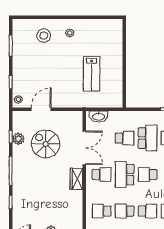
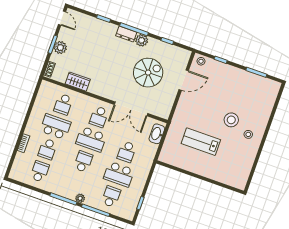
stool: (44, 36) -> (231, 120), moved
door: (41, 109) -> (184, 80), hinge flipped
plant: (18, 139) -> (142, 40), moved
school desk: (125, 175) -> (91, 139), turned 180
dresser: (17, 176) -> (126, 34), added
wardrobe: (76, 179) -> (78, 82), moved
school desk: (102, 211) -> (63, 104), turned 180
school desk: (125, 211) -> (55, 127), width x1.85

